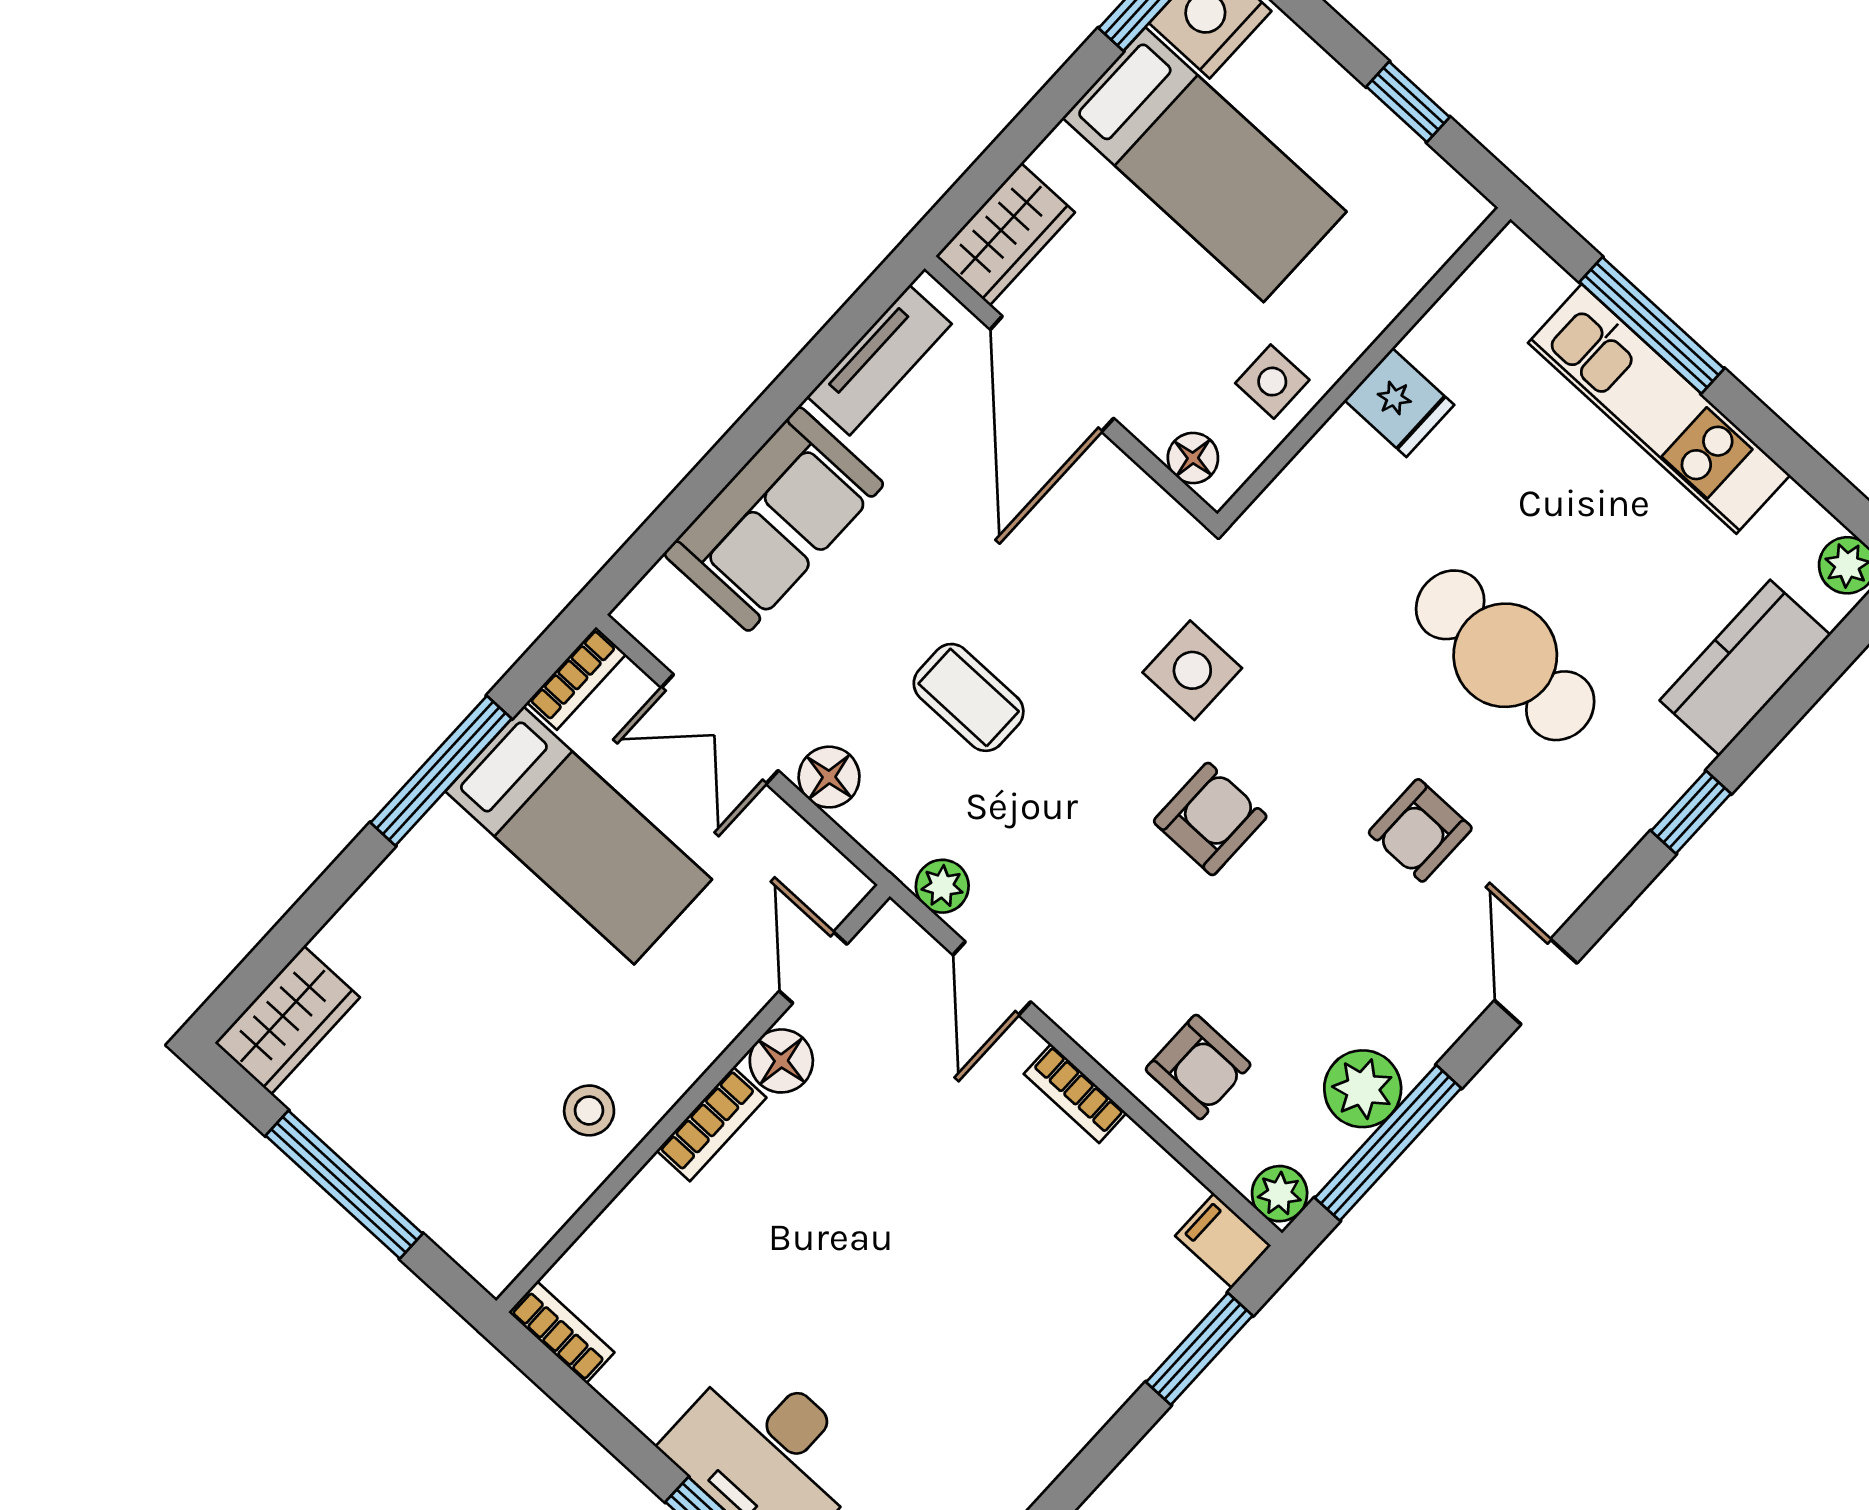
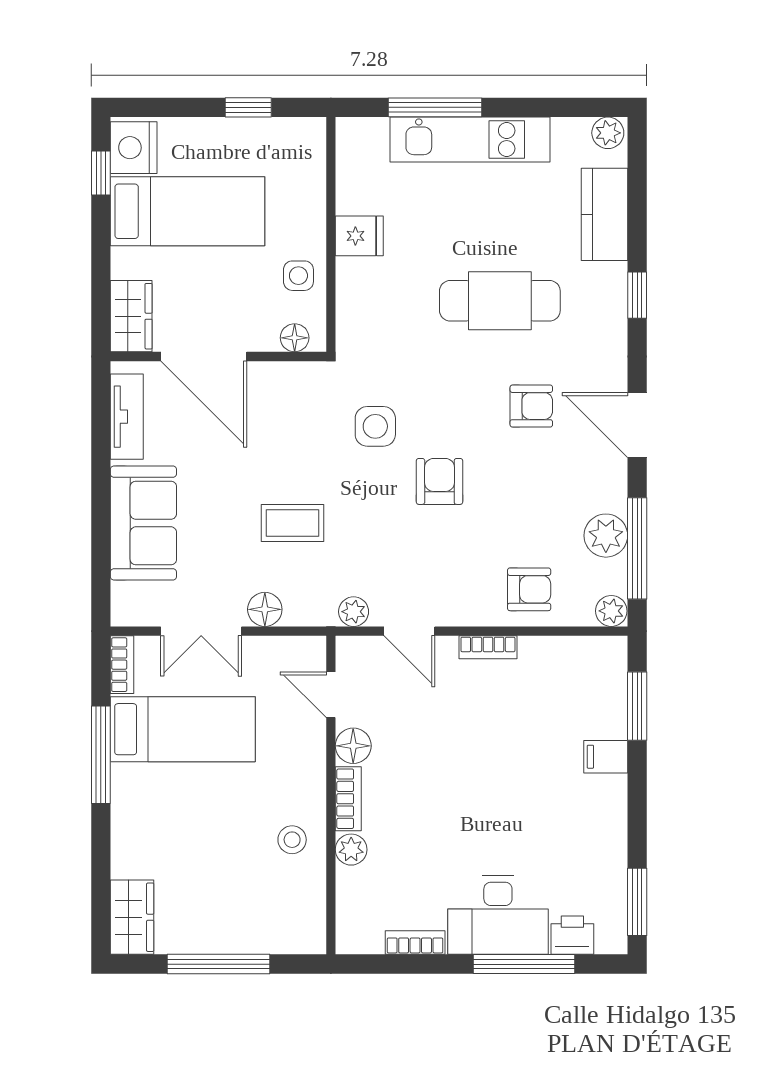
armchair: (1420, 830) -> (531, 406), turned -90
door: (1536, 982) -> (637, 425), width x1.37
plant: (654, 1194) -> (351, 850), added
filing cabinet: (1223, 1241) -> (606, 757), moved
bookcase: (561, 1332) -> (415, 943), moved

